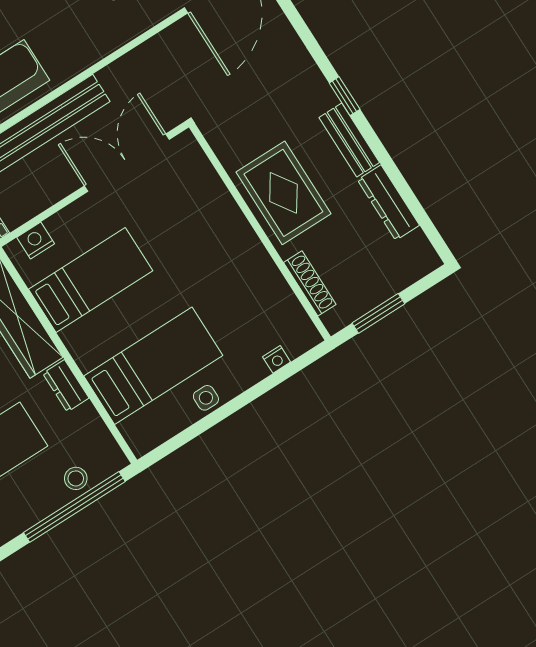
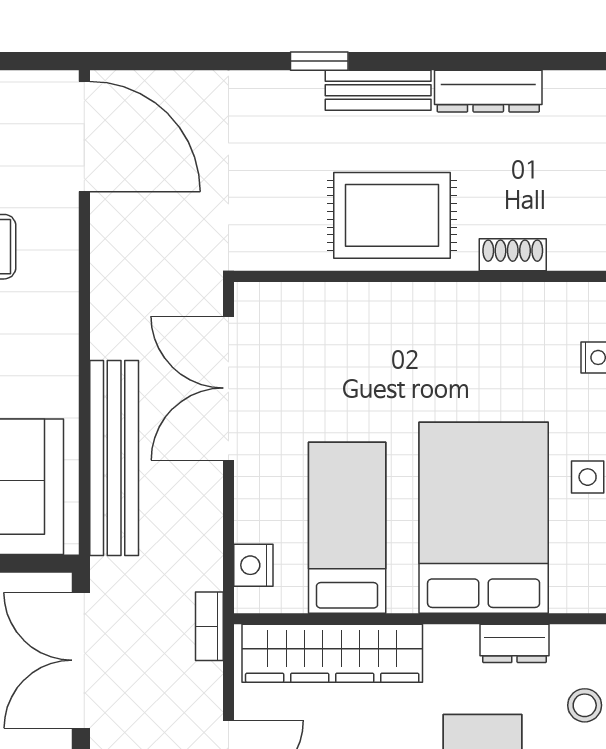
shoe rack: (310, 283) -> (513, 255), width x0.70
bed: (153, 366) -> (484, 518), width x1.50
dresser: (66, 386) -> (514, 643), moved

